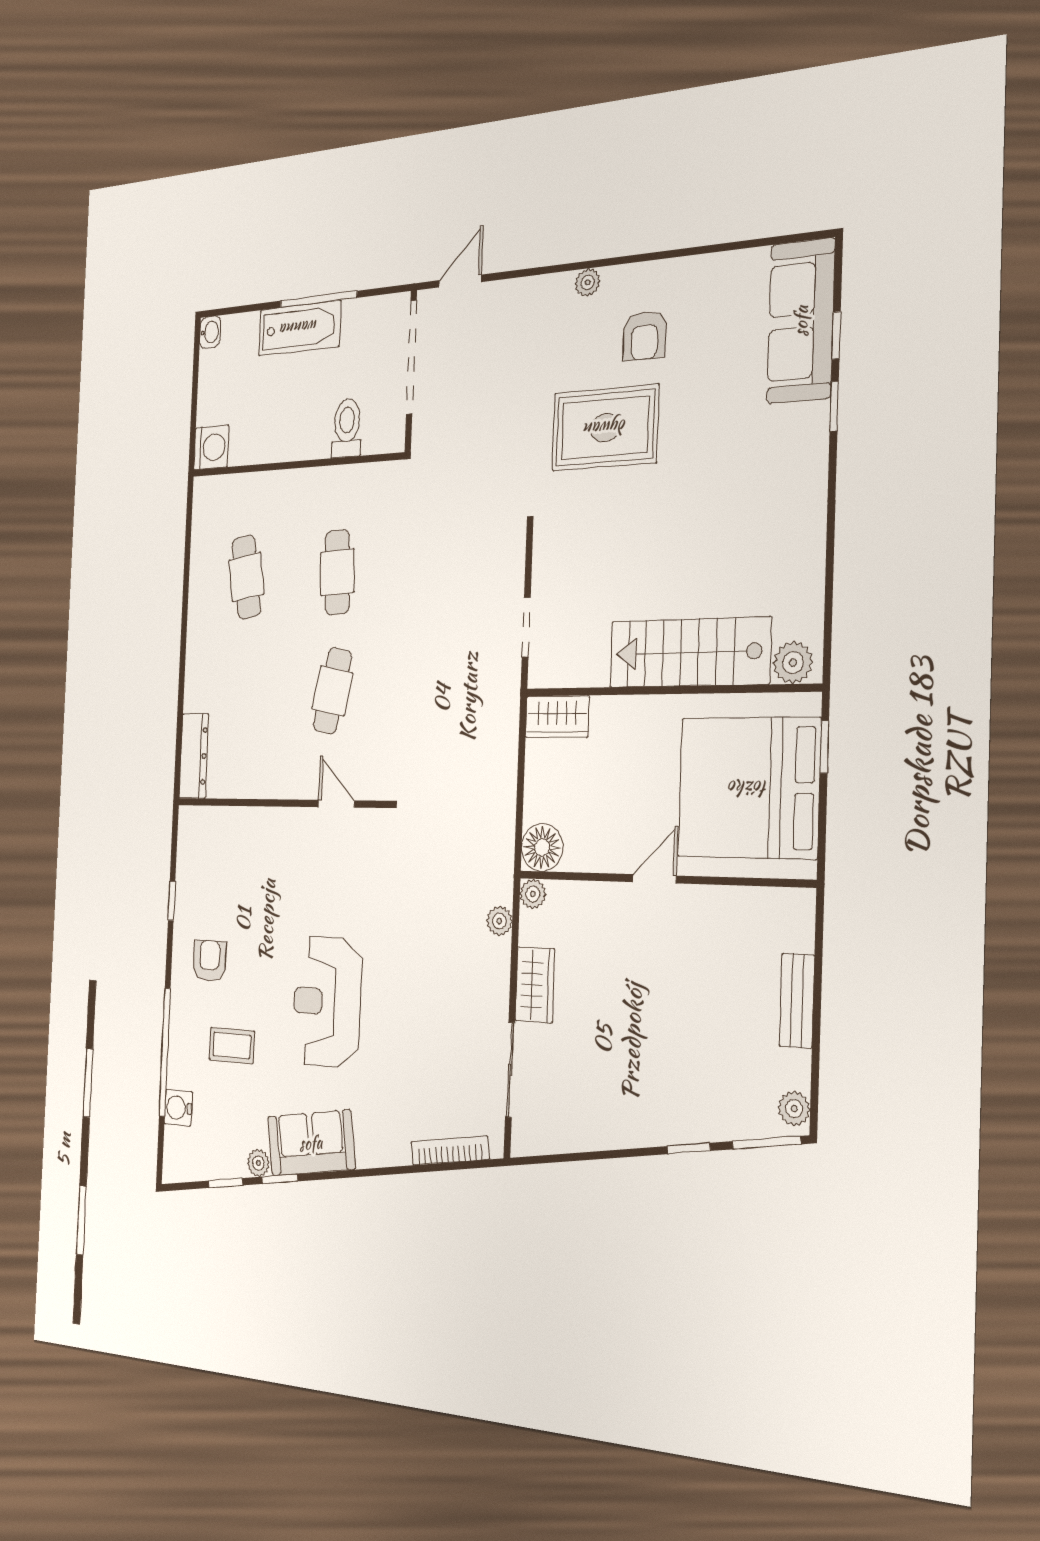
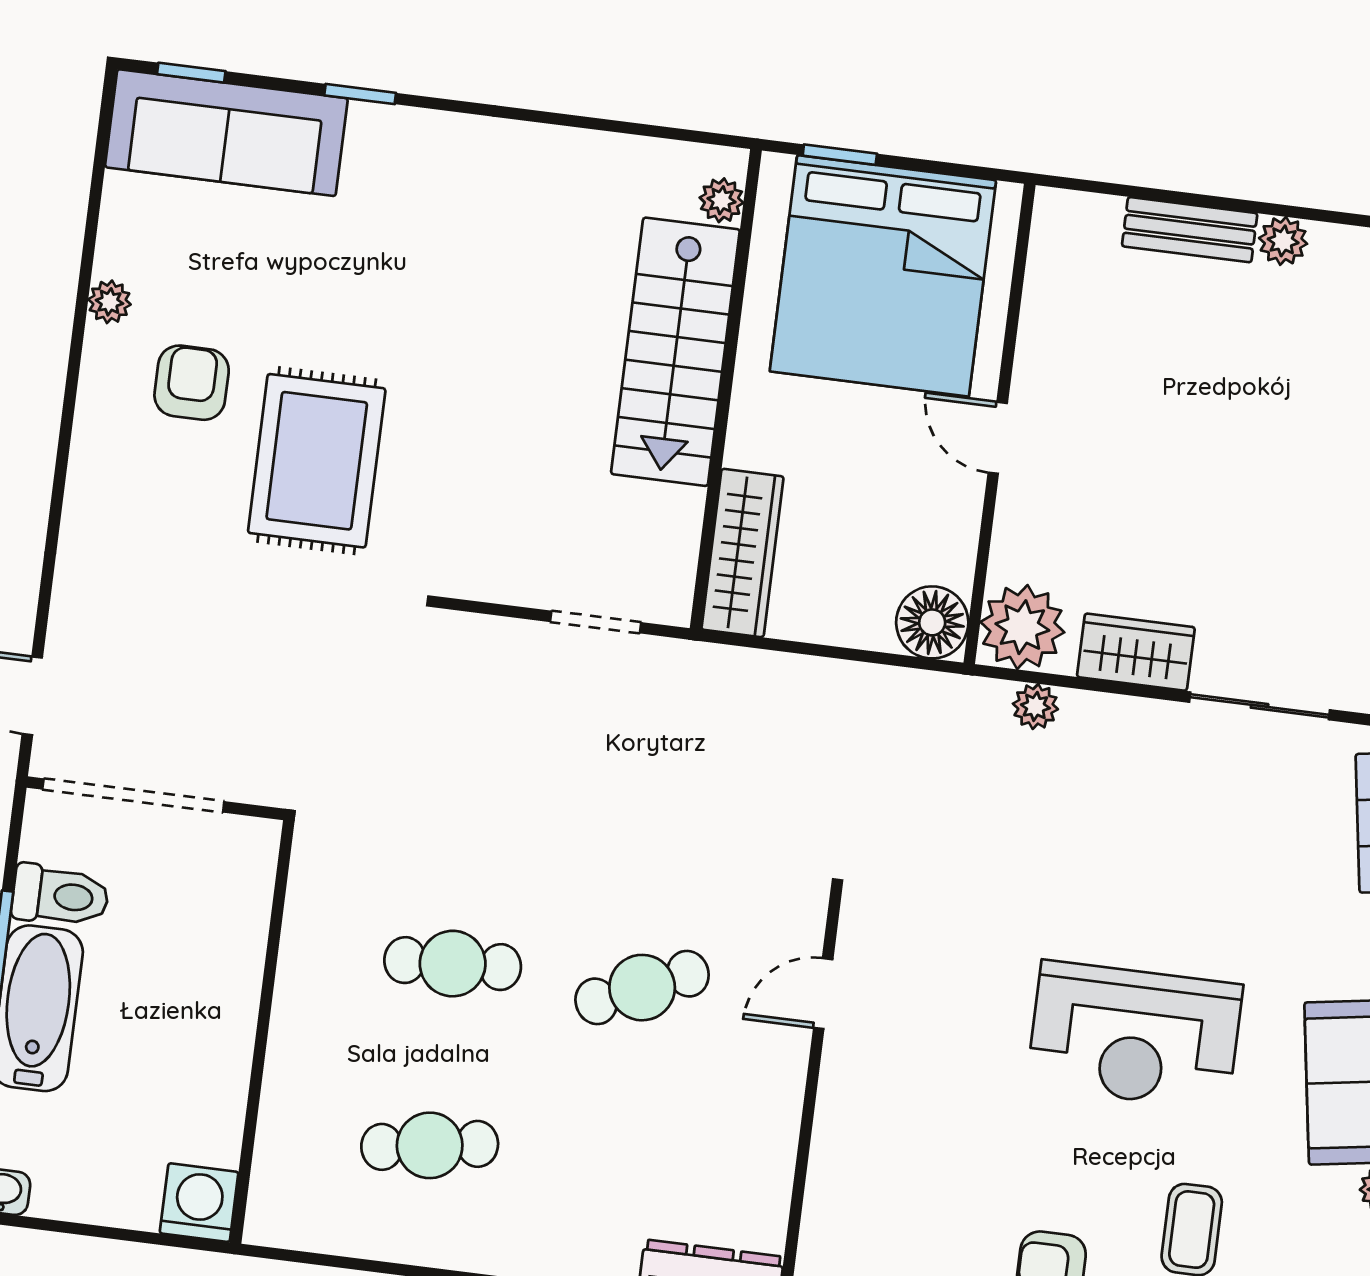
plant: (588, 282) -> (109, 302), moved
window: (836, 335) -> (191, 73), moved
armchair: (645, 336) -> (192, 383), turned -90
toilet: (347, 428) -> (60, 896), moved, turned 180
plant: (793, 663) -> (721, 200), width x0.73, depth x0.73
cafe table: (332, 691) -> (642, 988), turned -36
wardrobe: (557, 717) -> (742, 553), width x1.50
plant: (533, 894) -> (1022, 627), width x1.88, depth x1.88
plant: (794, 1109) -> (1283, 241), moved

